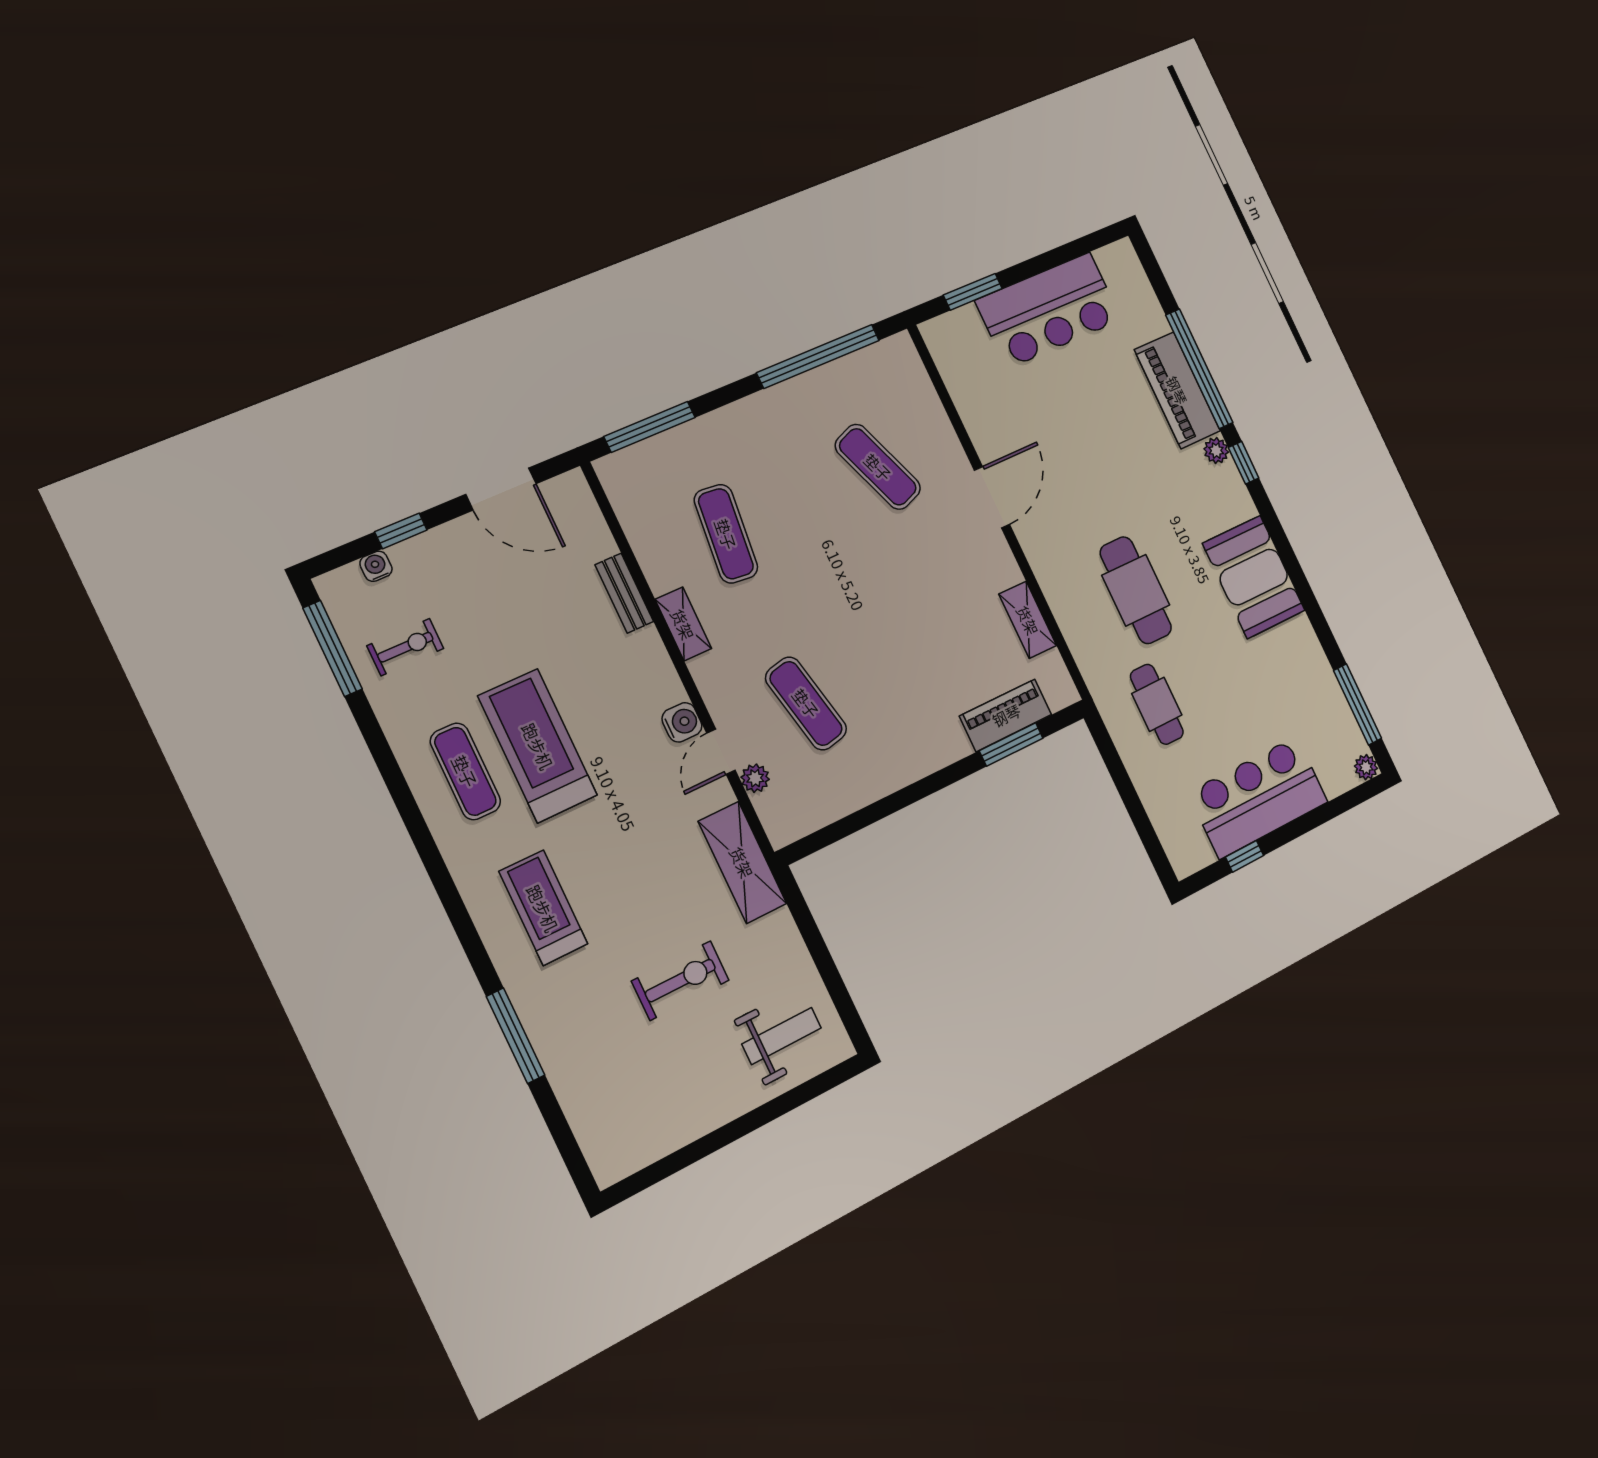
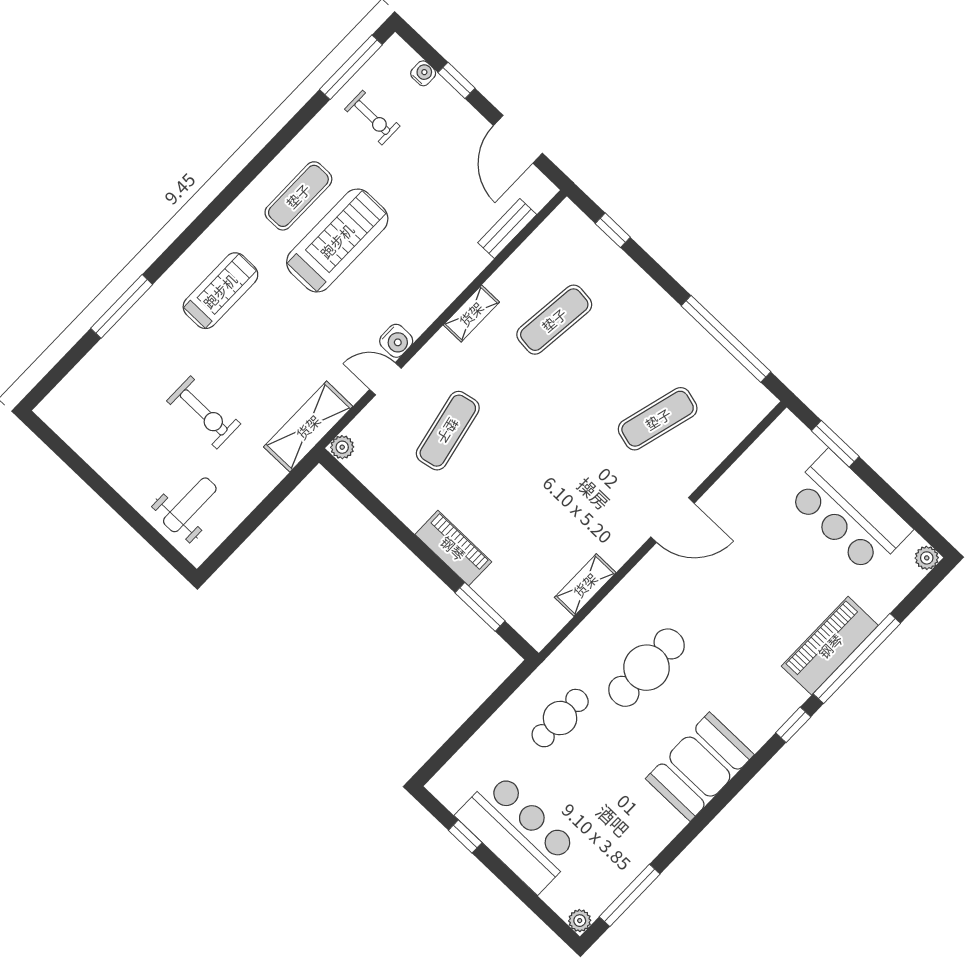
window: (650, 427) -> (613, 230), width x0.46
plant: (1216, 451) -> (927, 558), moved
exercise mat: (878, 467) -> (658, 419), turned 36
bench: (624, 593) -> (507, 229), moved
piano: (1006, 715) -> (453, 548), moved
plant: (755, 778) -> (342, 447), moved
weight bench: (782, 1036) -> (190, 505), turned -90

